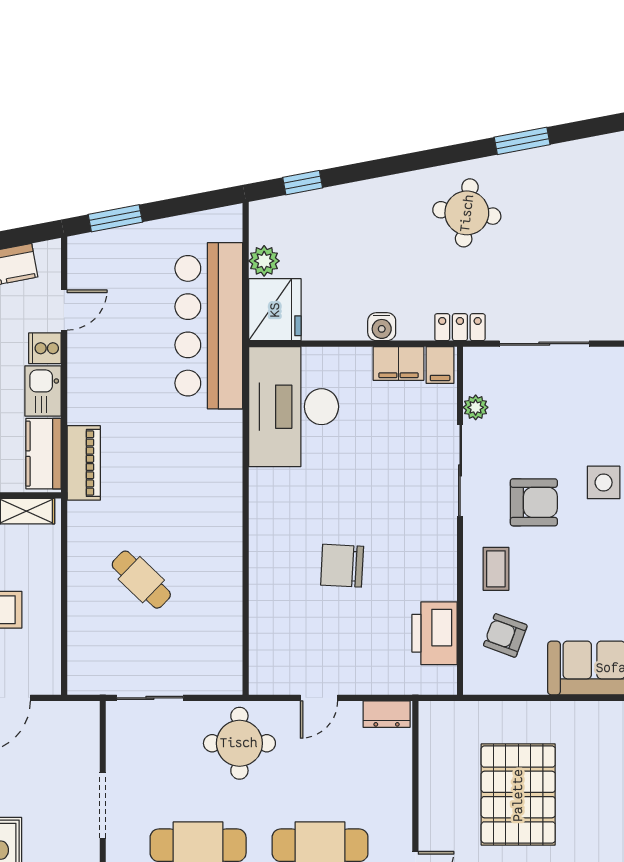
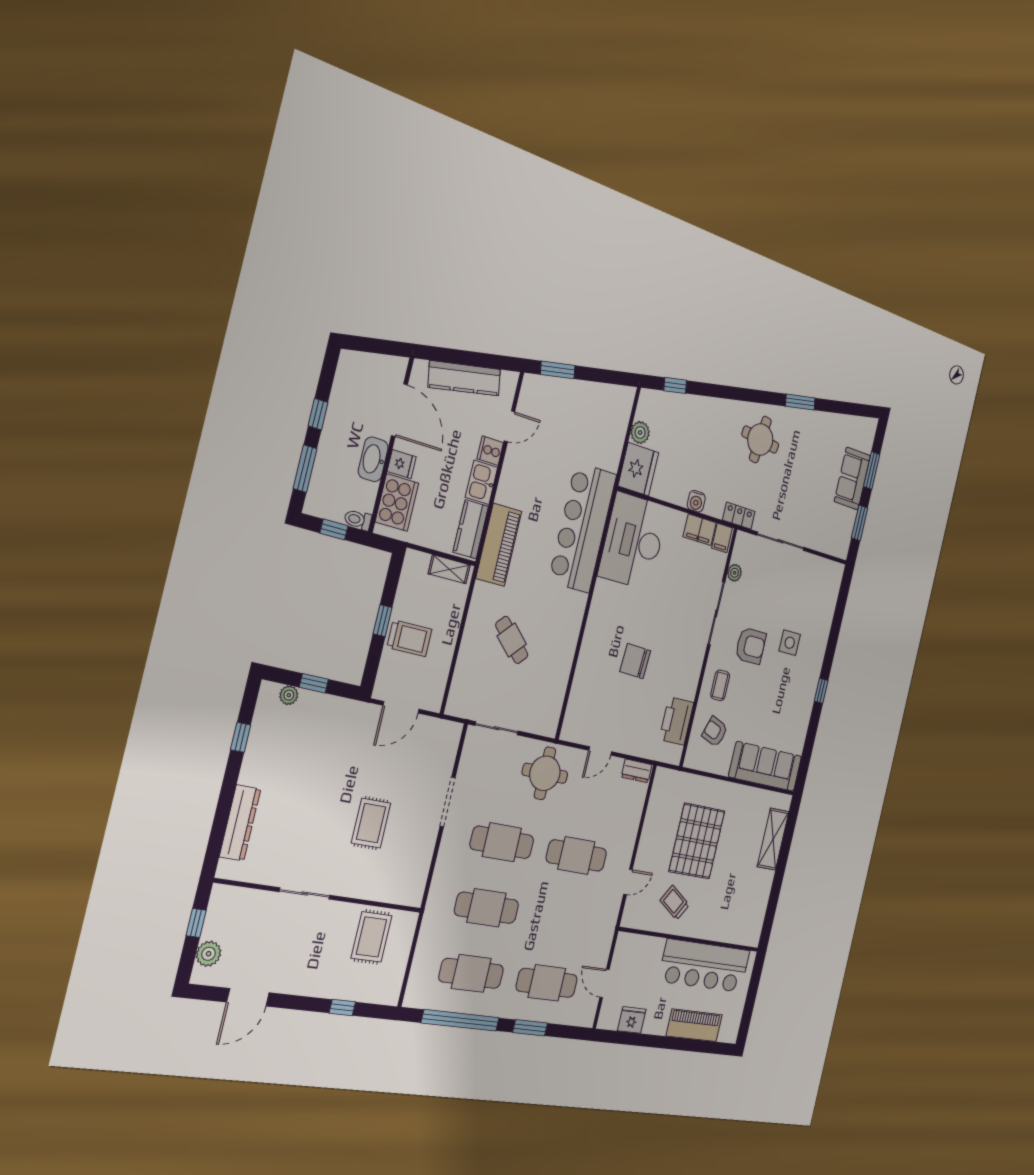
bar counter: (209, 326) -> (583, 528), moved
piano: (84, 463) -> (499, 545), width x1.37, depth x1.33

